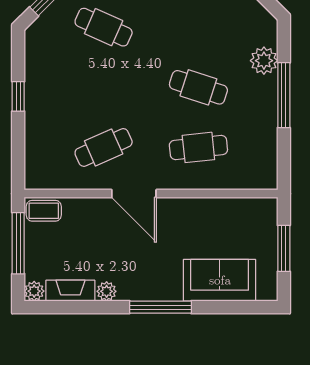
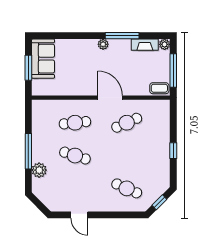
sofa: (220, 280) -> (43, 59), moved, turned -90
plant: (107, 291) -> (103, 44), moved
window: (160, 307) -> (122, 36), moved

